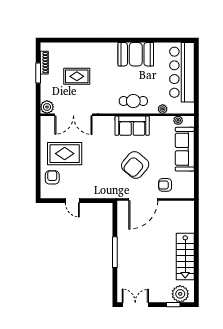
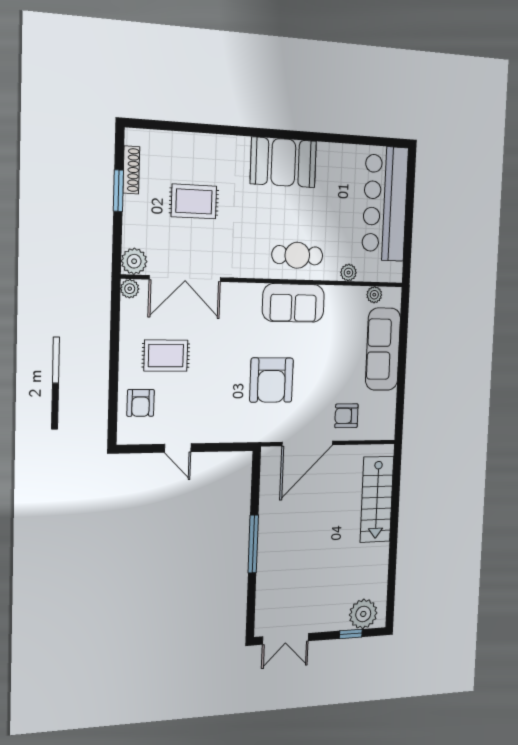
booth: (136, 54) -> (283, 162), moved
plant: (45, 121) -> (130, 289), added
rug: (65, 154) -> (166, 356), width x0.73, depth x0.70
armchair: (135, 165) -> (271, 380), moved, turned -40
armchair: (52, 177) -> (141, 403), turned 180
stairs: (185, 257) -> (377, 499), moved
double door: (135, 305) -> (286, 639), swing flipped

